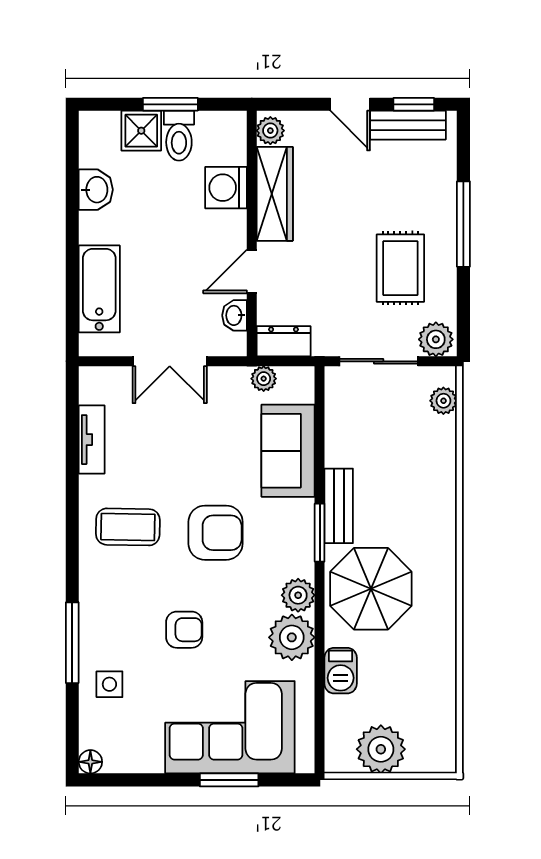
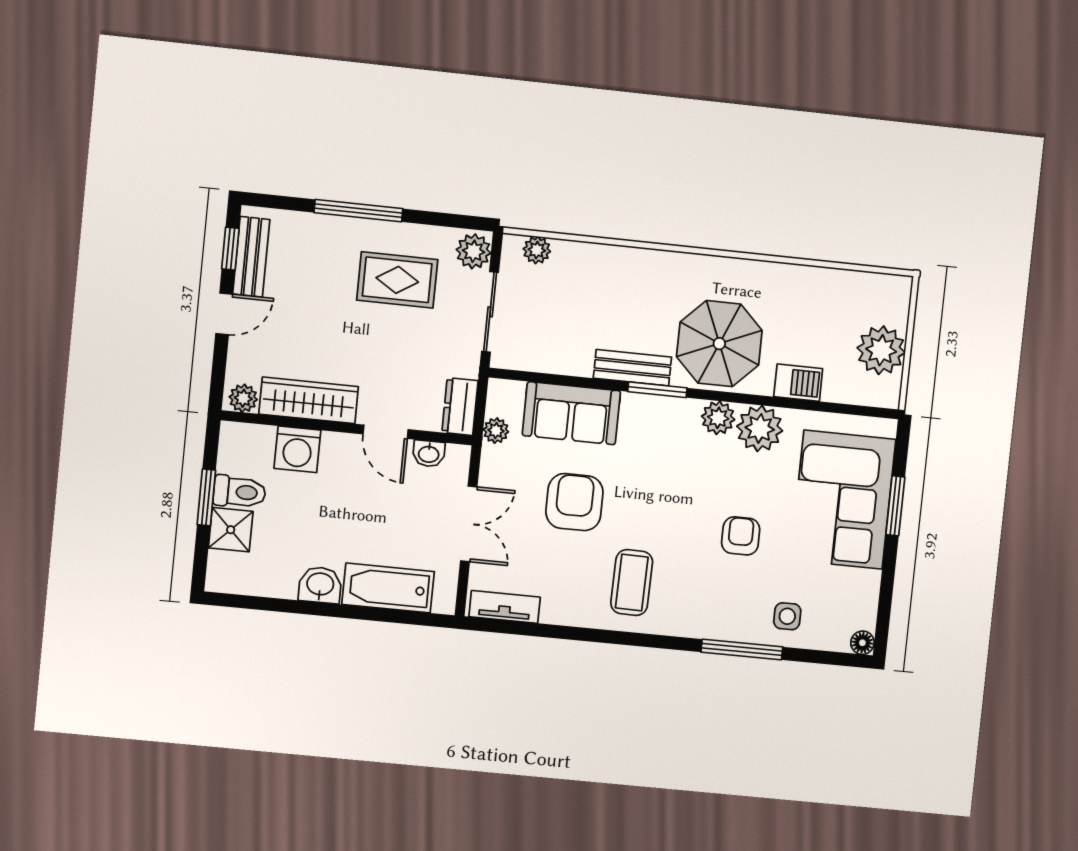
washbasin: (96, 190) -> (320, 585), moved
tv unit: (92, 440) -> (505, 607), moved
armchair: (216, 533) -> (574, 502), moved

